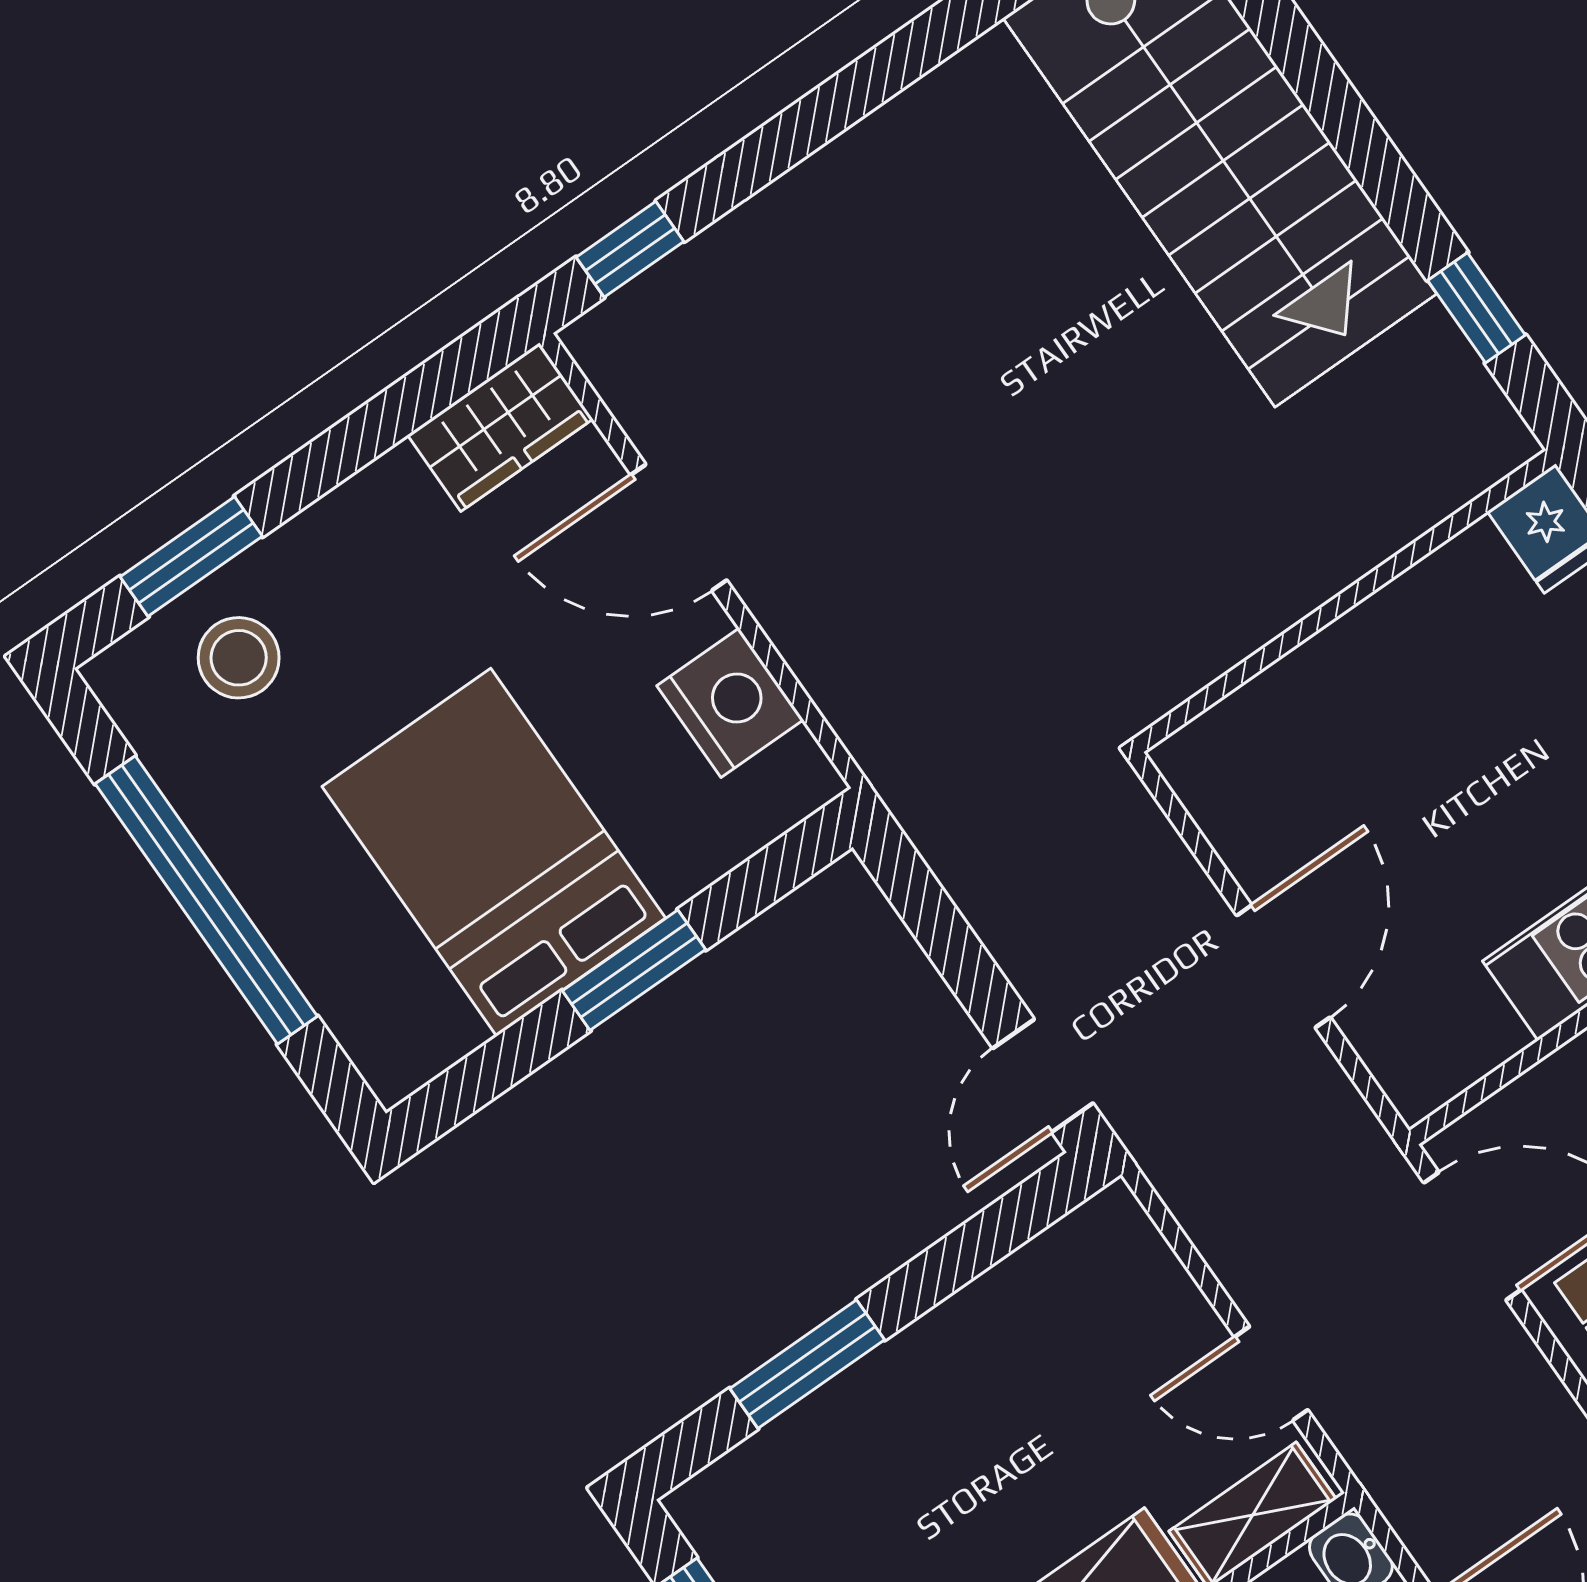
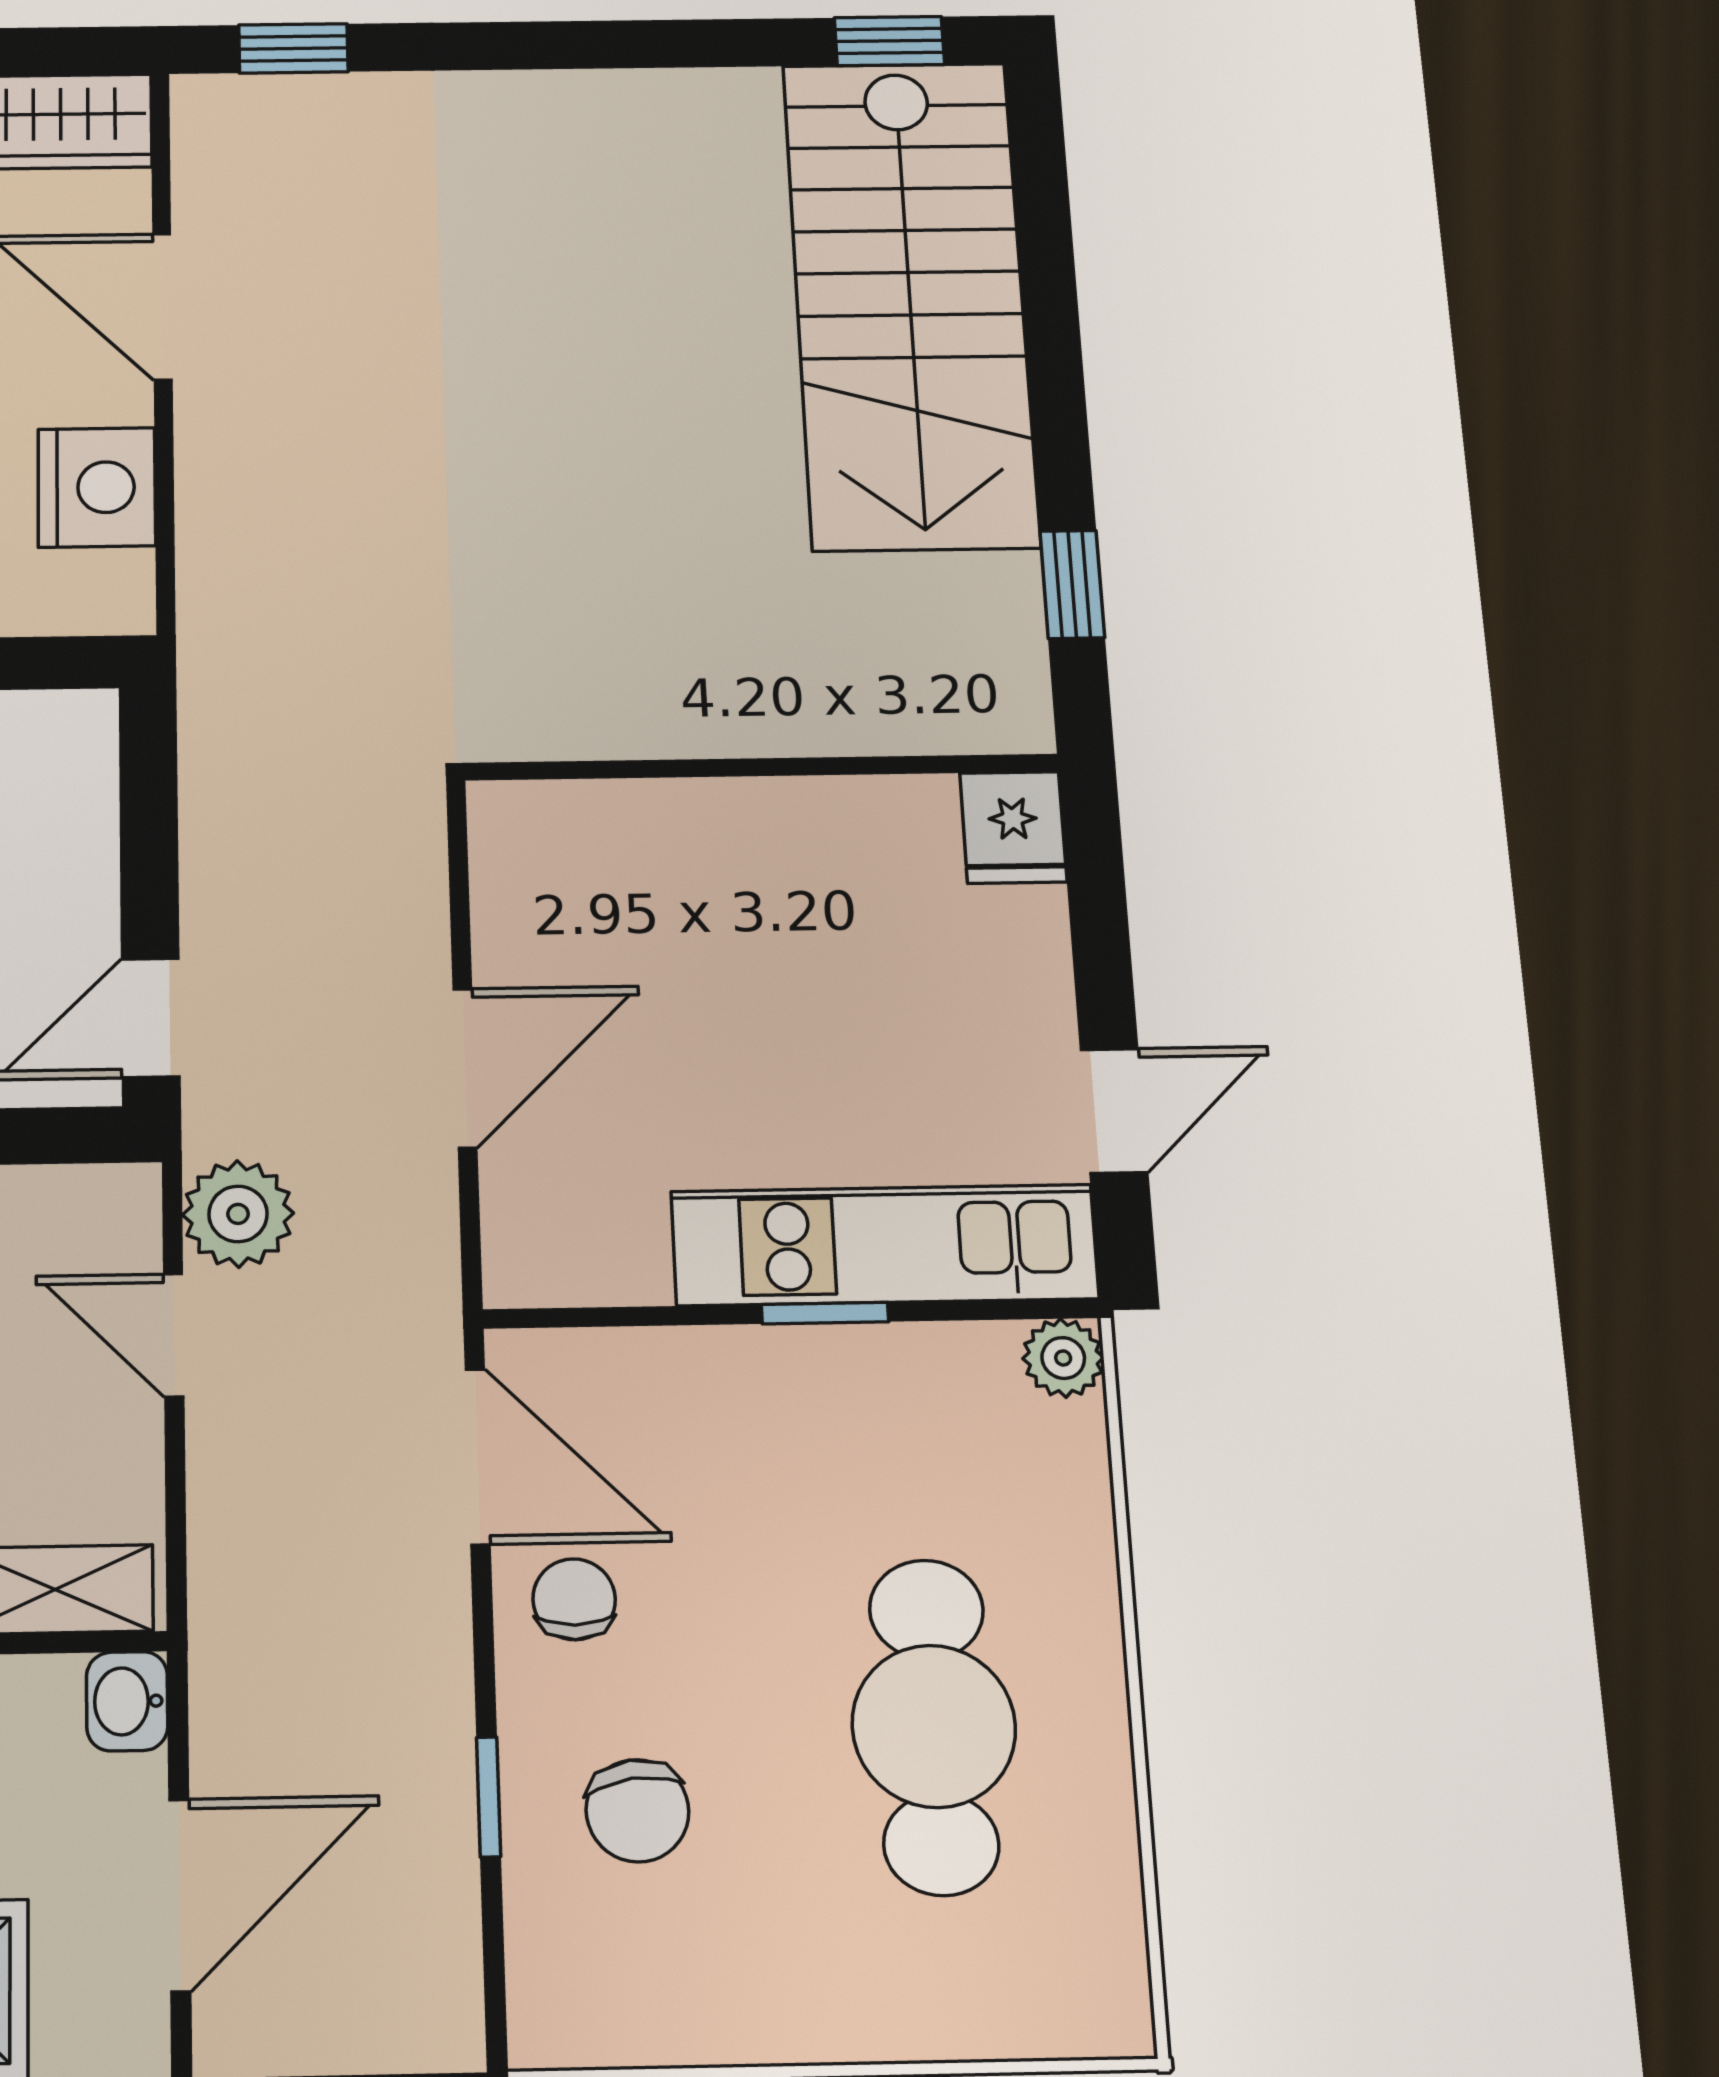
plant: (1198, 1176) -> (238, 1214), added
door: (1271, 1373) -> (174, 1335), moved

